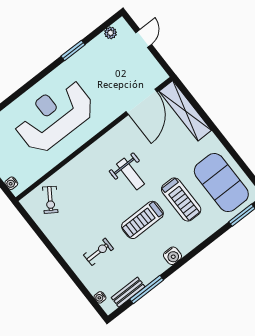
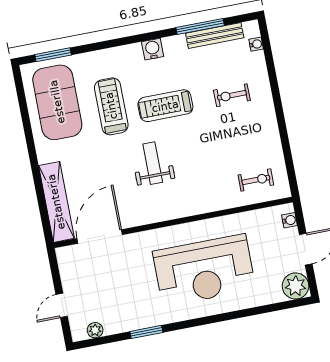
exercise bike: (50, 200) -> (256, 180), turned 56
treadmill: (142, 220) -> (165, 106), turned 180
bench: (128, 292) -> (215, 36), width x1.36

